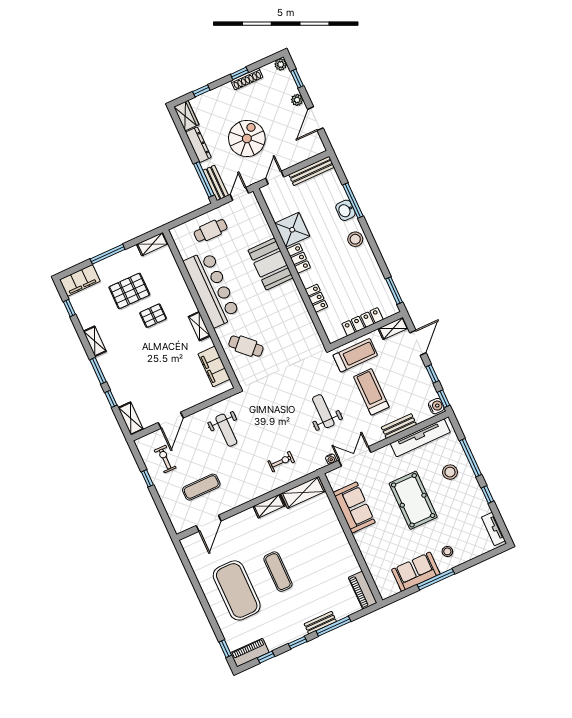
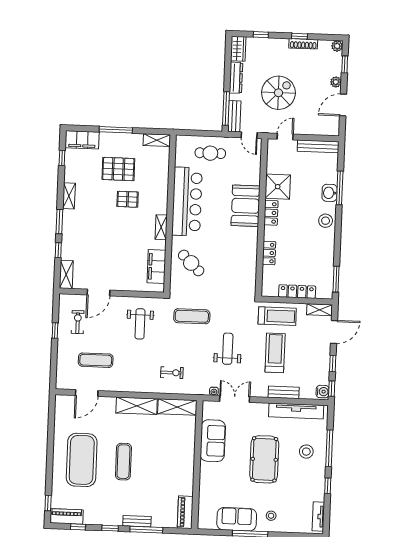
door: (239, 194) -> (249, 135), swing flipped
exercise mat: (273, 397) -> (192, 316), added
shelving: (269, 506) -> (137, 406), width x1.50, depth x1.33

